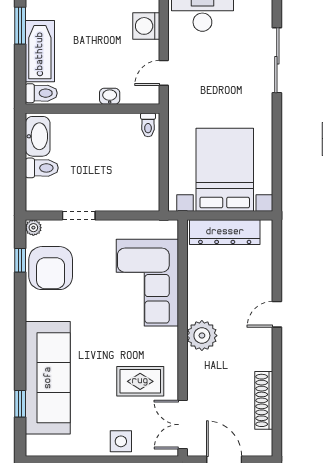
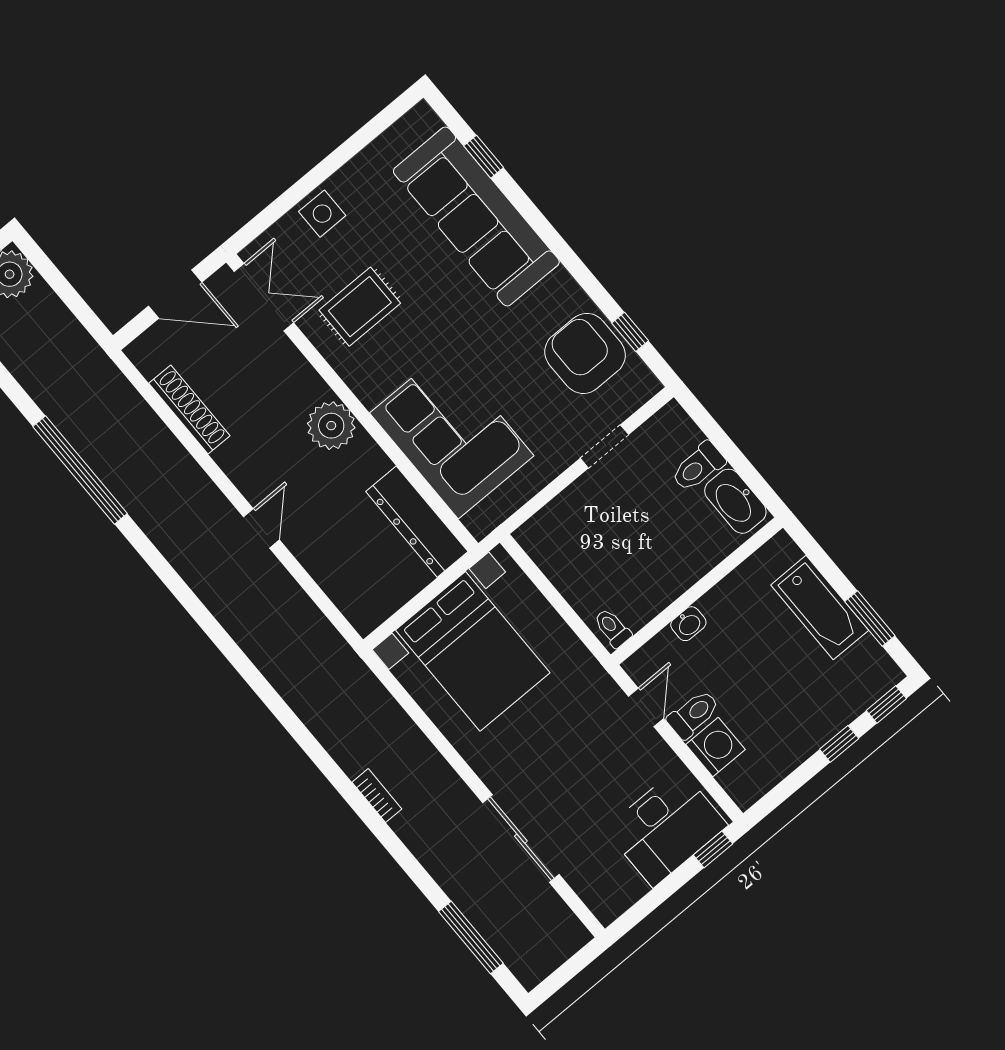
toilet: (41, 93) -> (693, 714), moved, turned 180
plant: (33, 228) -> (647, 385), removed
dresser: (225, 232) -> (417, 522), moved, turned -90

